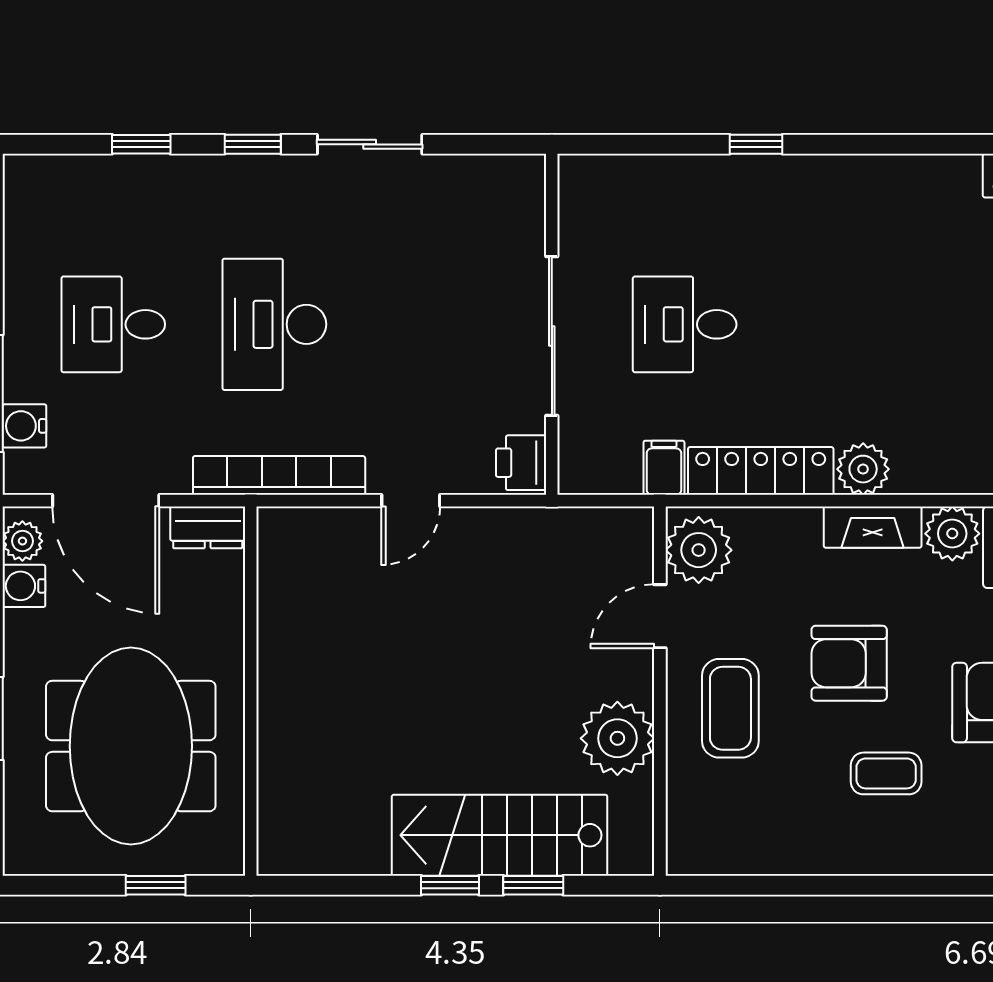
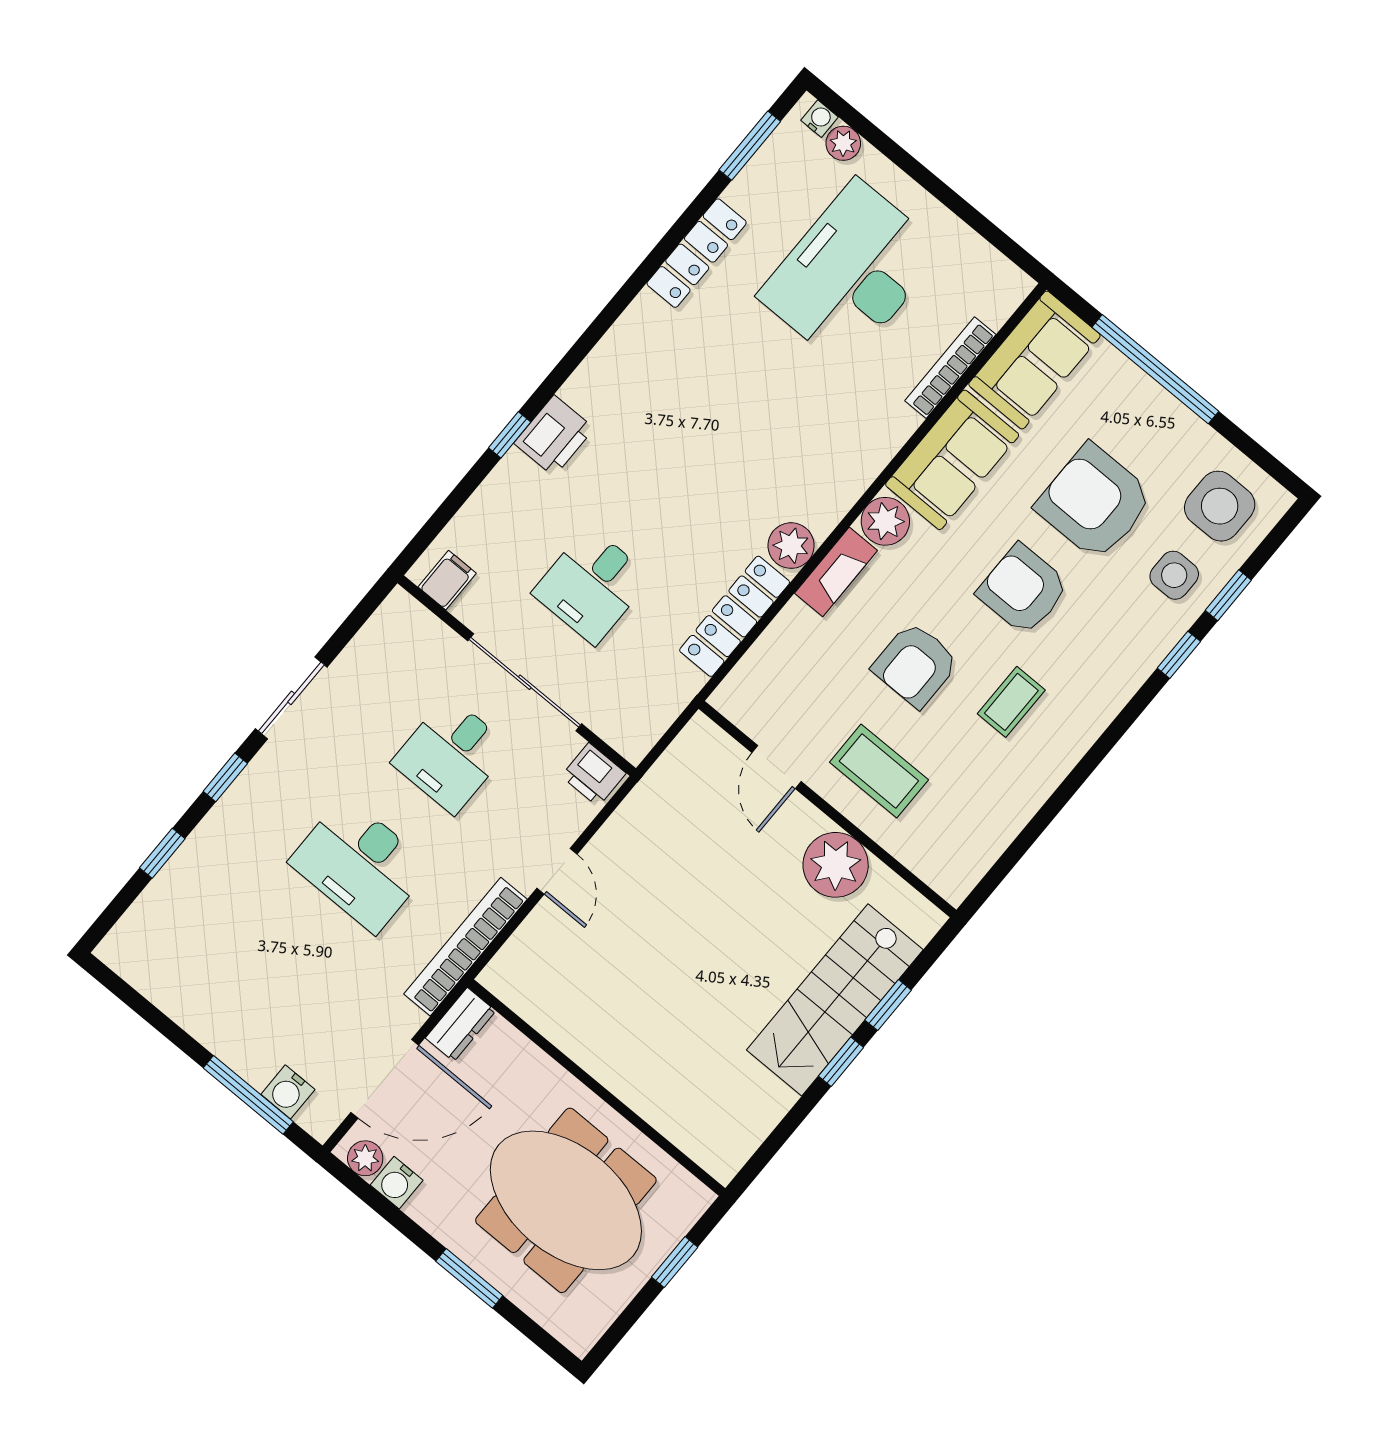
printer: (787, 183) -> (554, 436), added
desk: (113, 324) -> (451, 755), moved
filing cabinet: (664, 468) -> (447, 580), moved, turned 90
plant: (699, 550) -> (753, 703), removed

